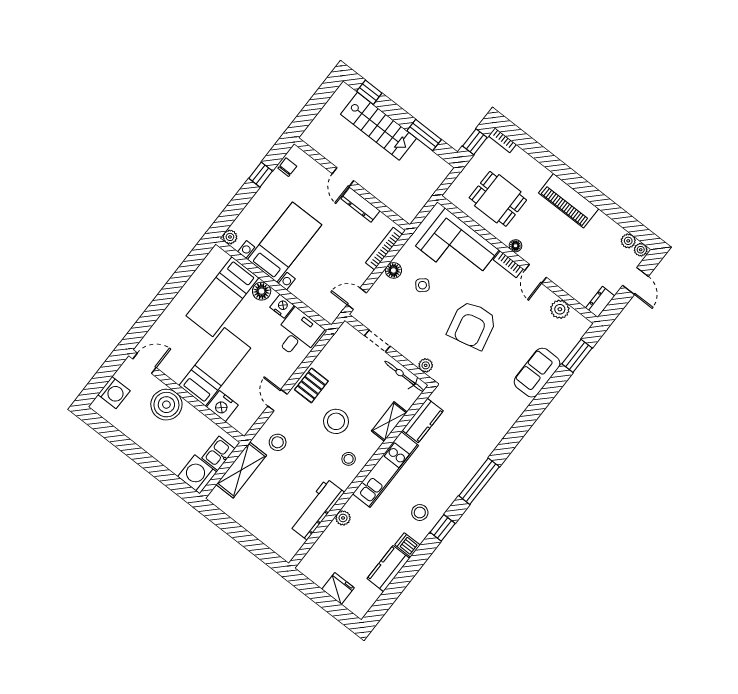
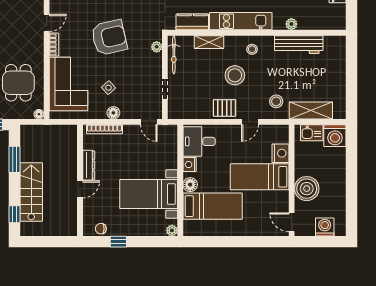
floor lamp: (516, 246) -> (39, 114), moved

